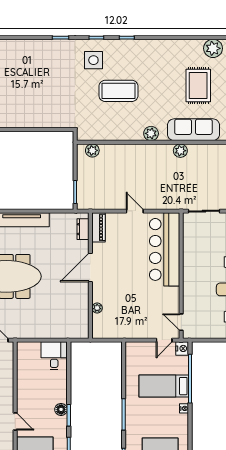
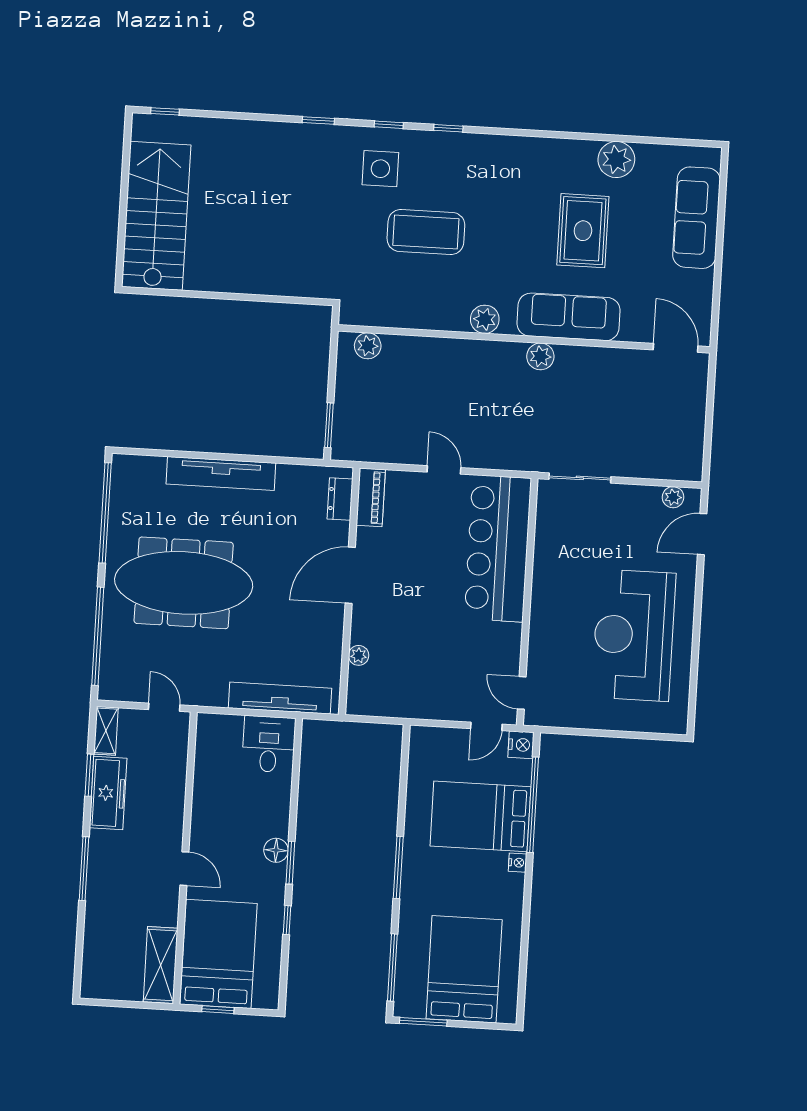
tv unit: (58, 332) -> (280, 698), added
bed: (164, 386) -> (480, 816), width x1.50

